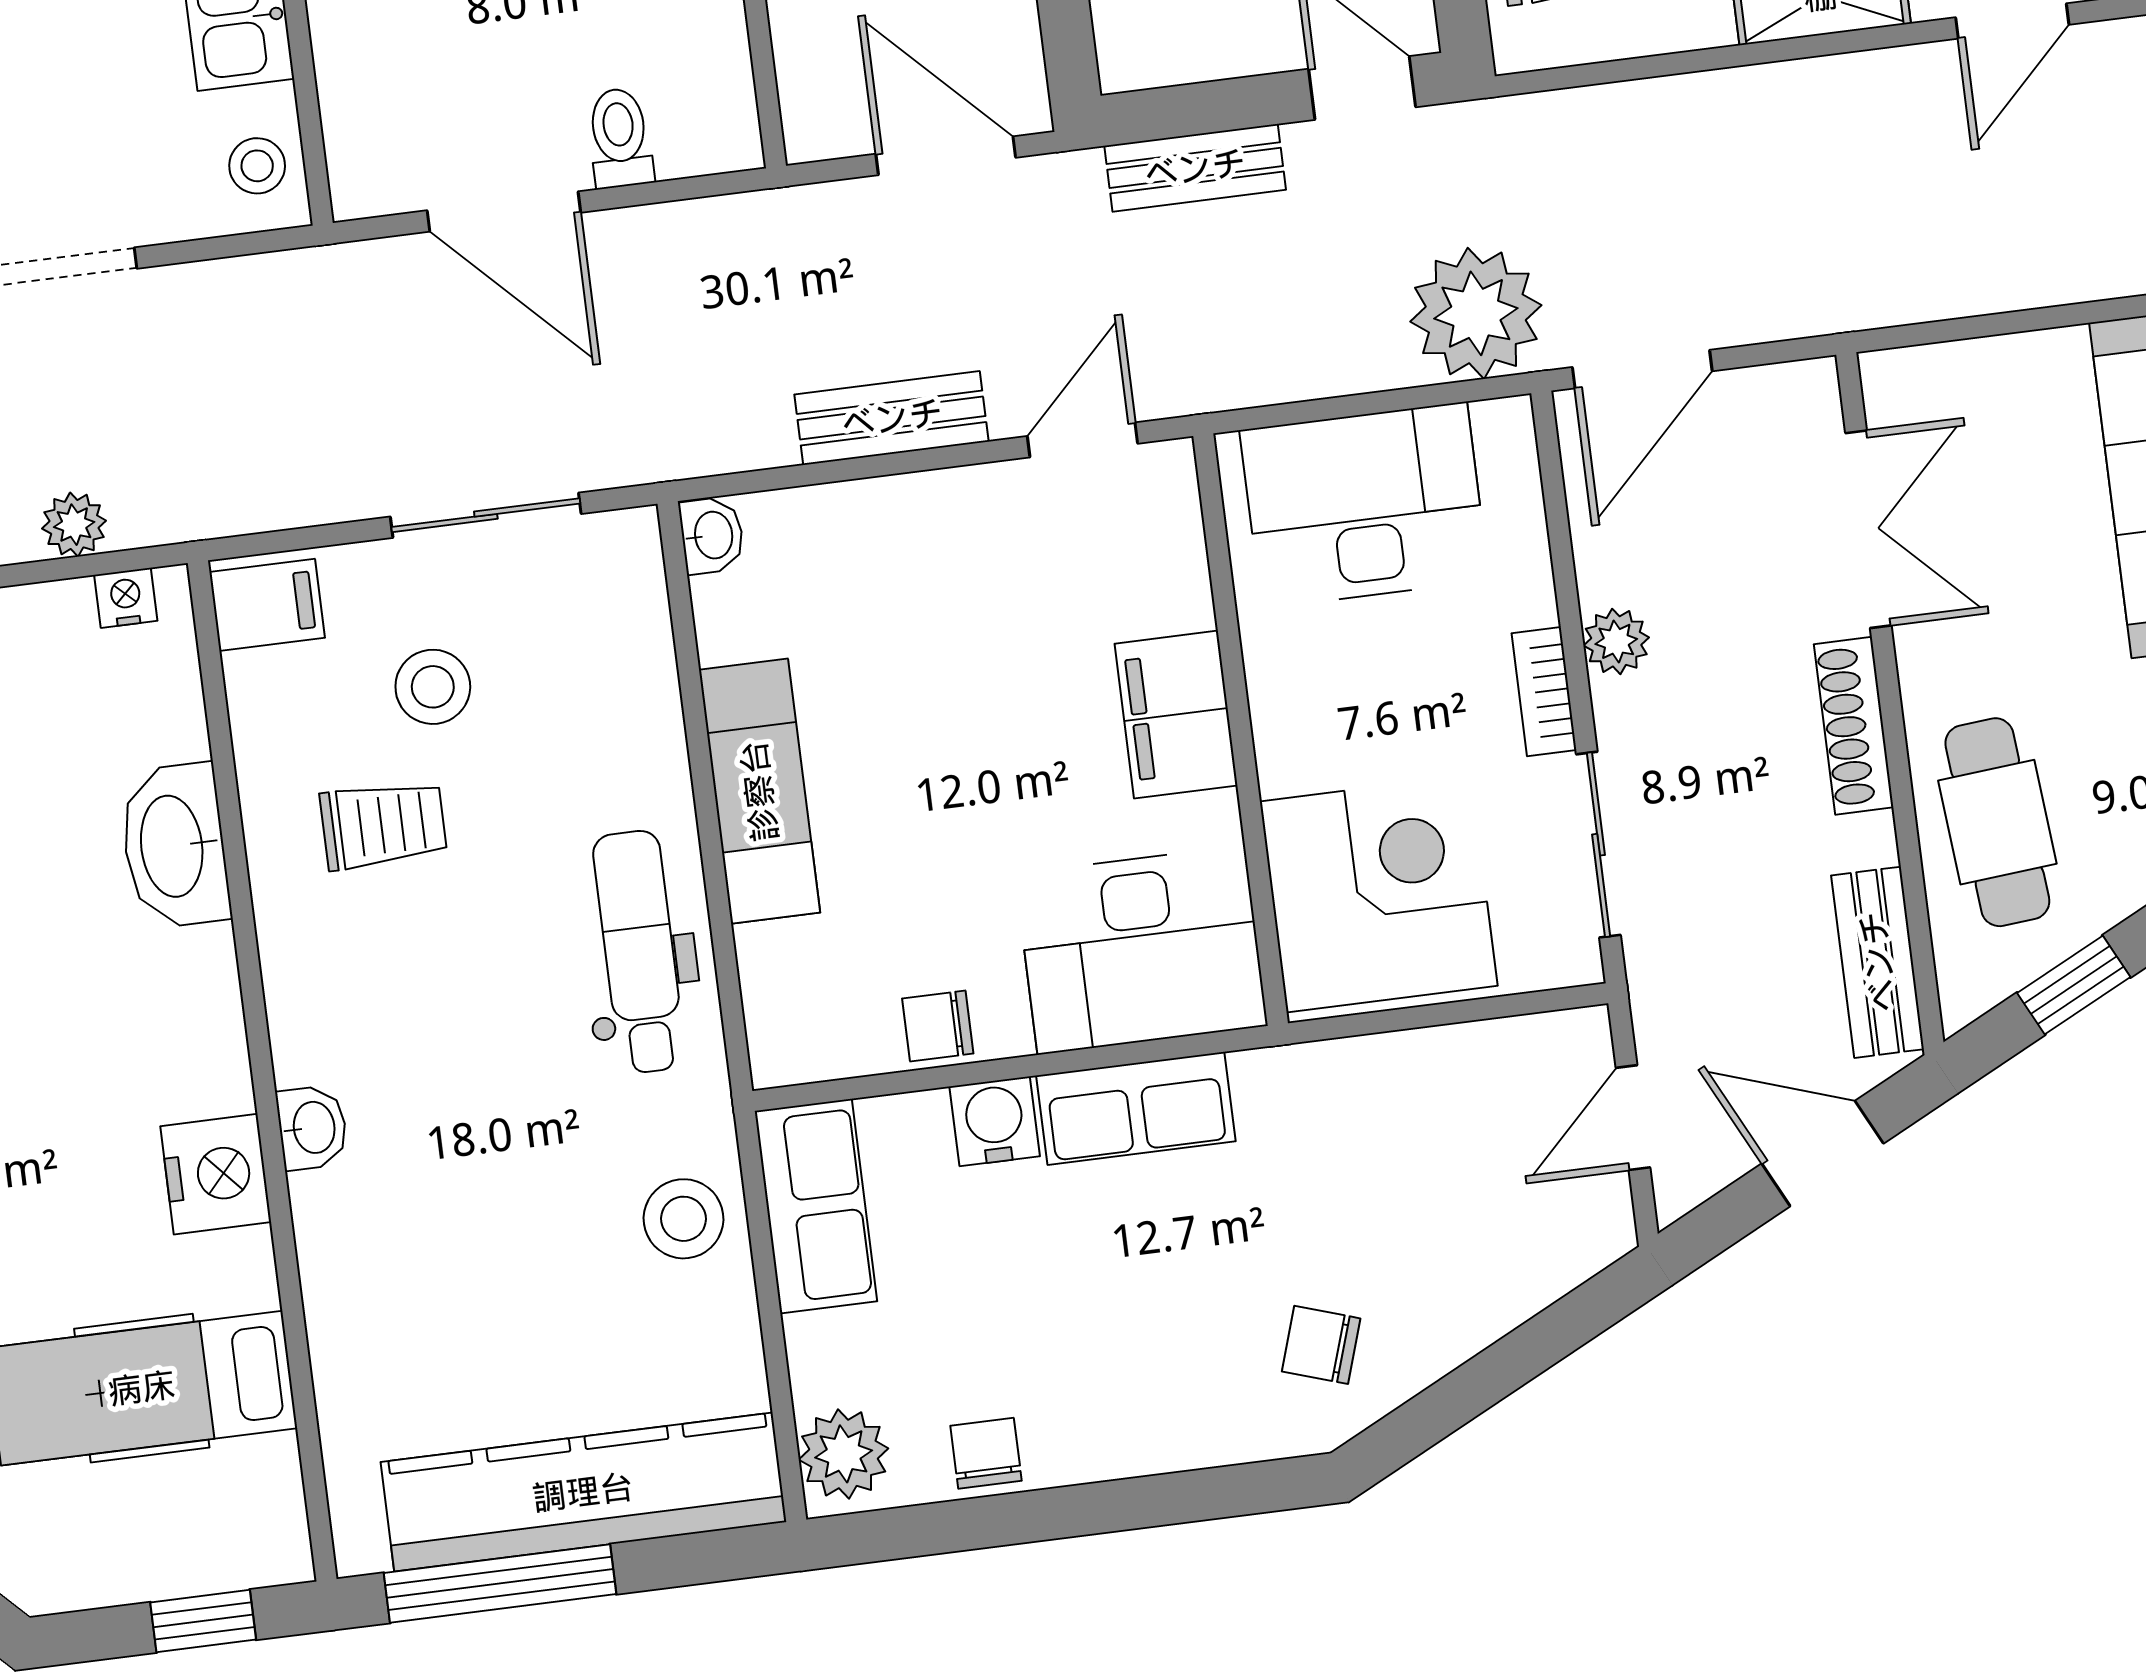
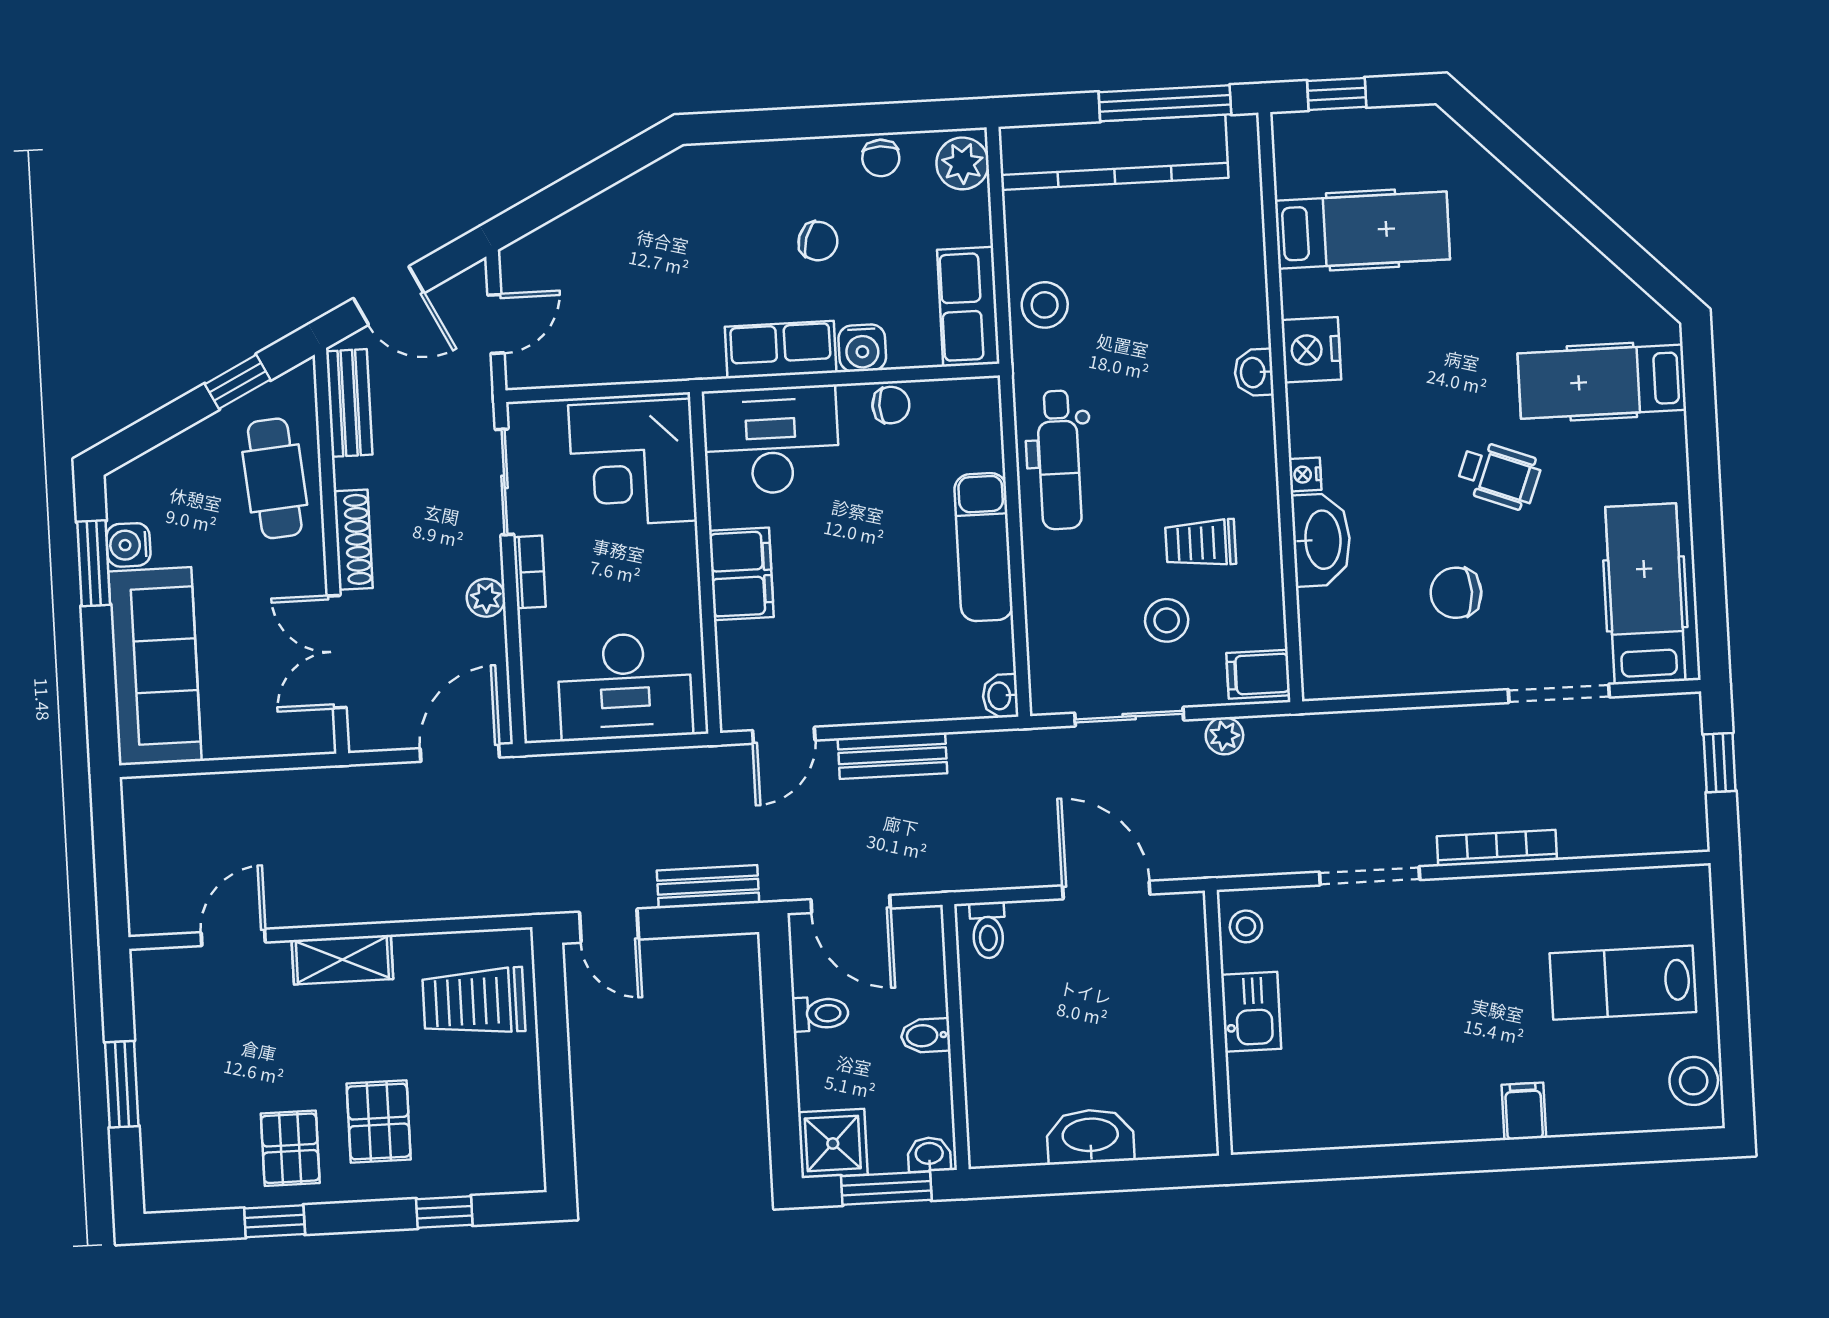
toilet: (620, 138) -> (988, 930), moved
plant: (1476, 313) -> (553, 792), removed
plant: (74, 525) -> (1224, 736), moved
nightstand: (126, 598) -> (1305, 474), moved, turned 90
chair: (1321, 1345) -> (818, 241), moved

